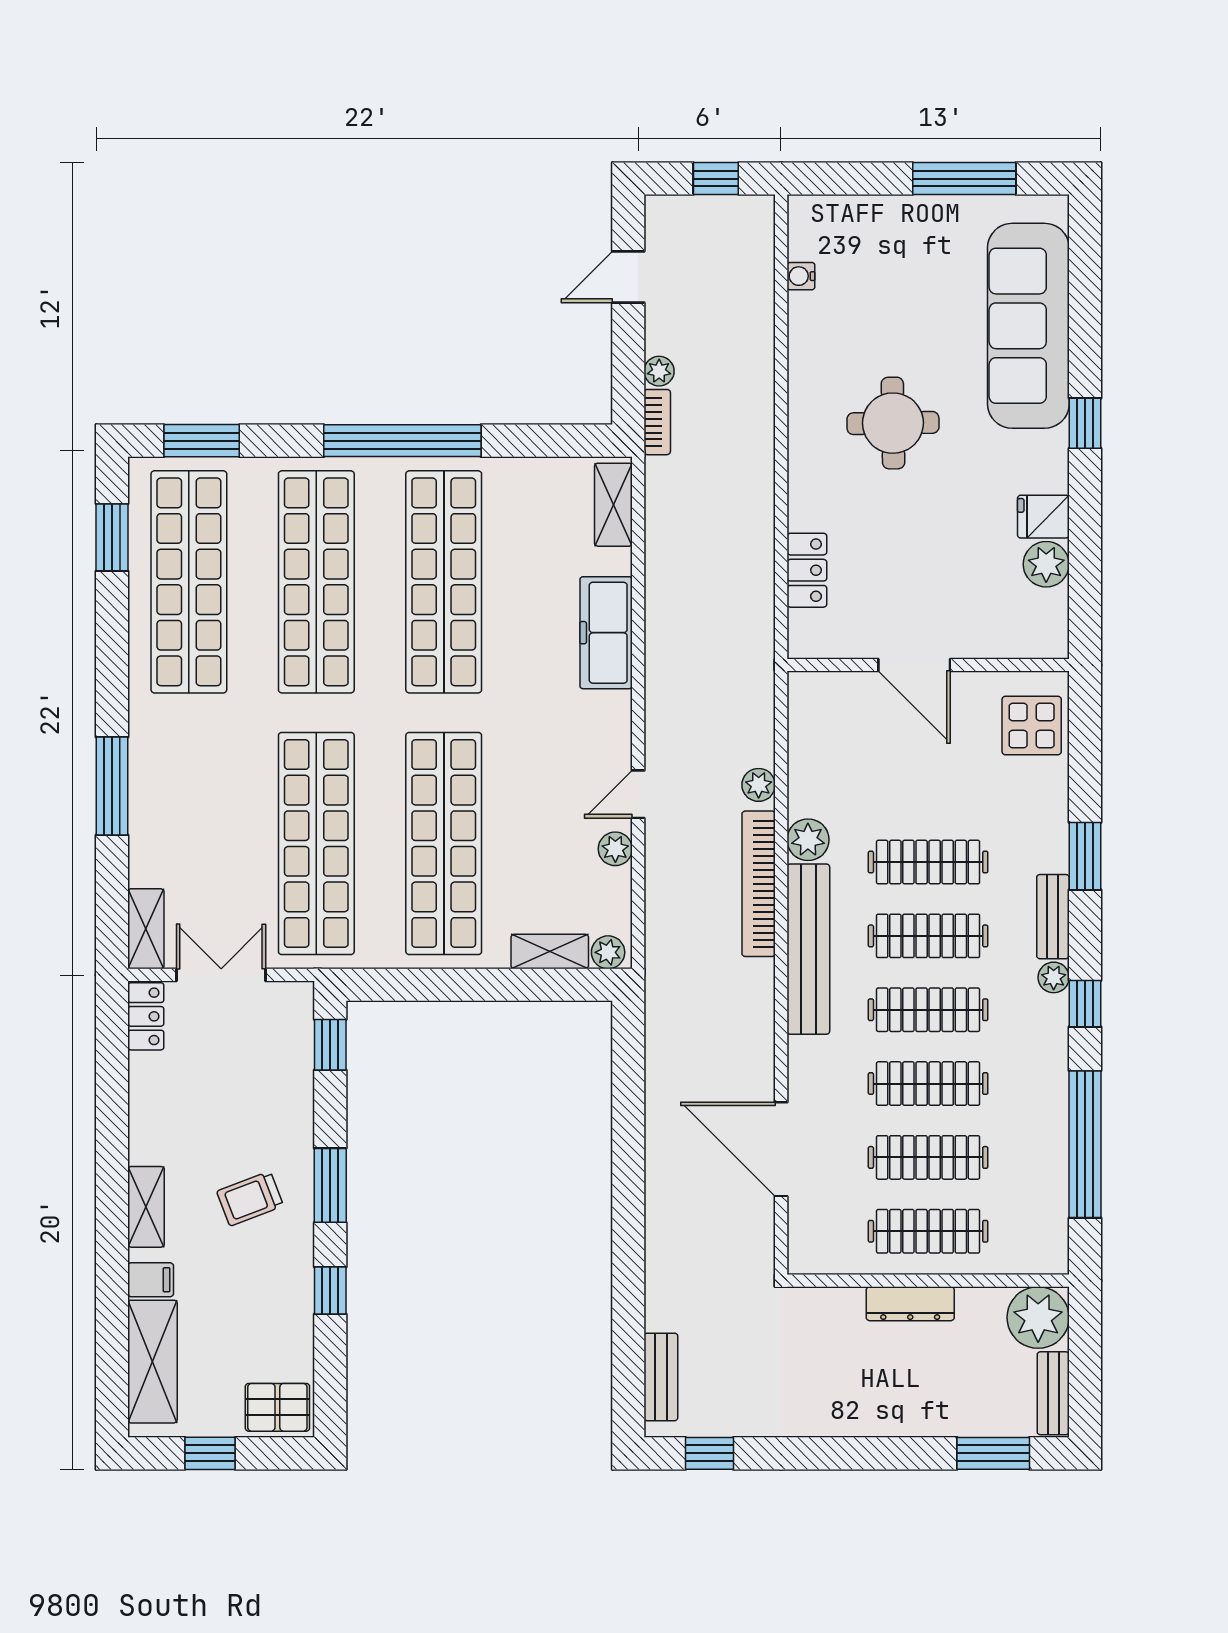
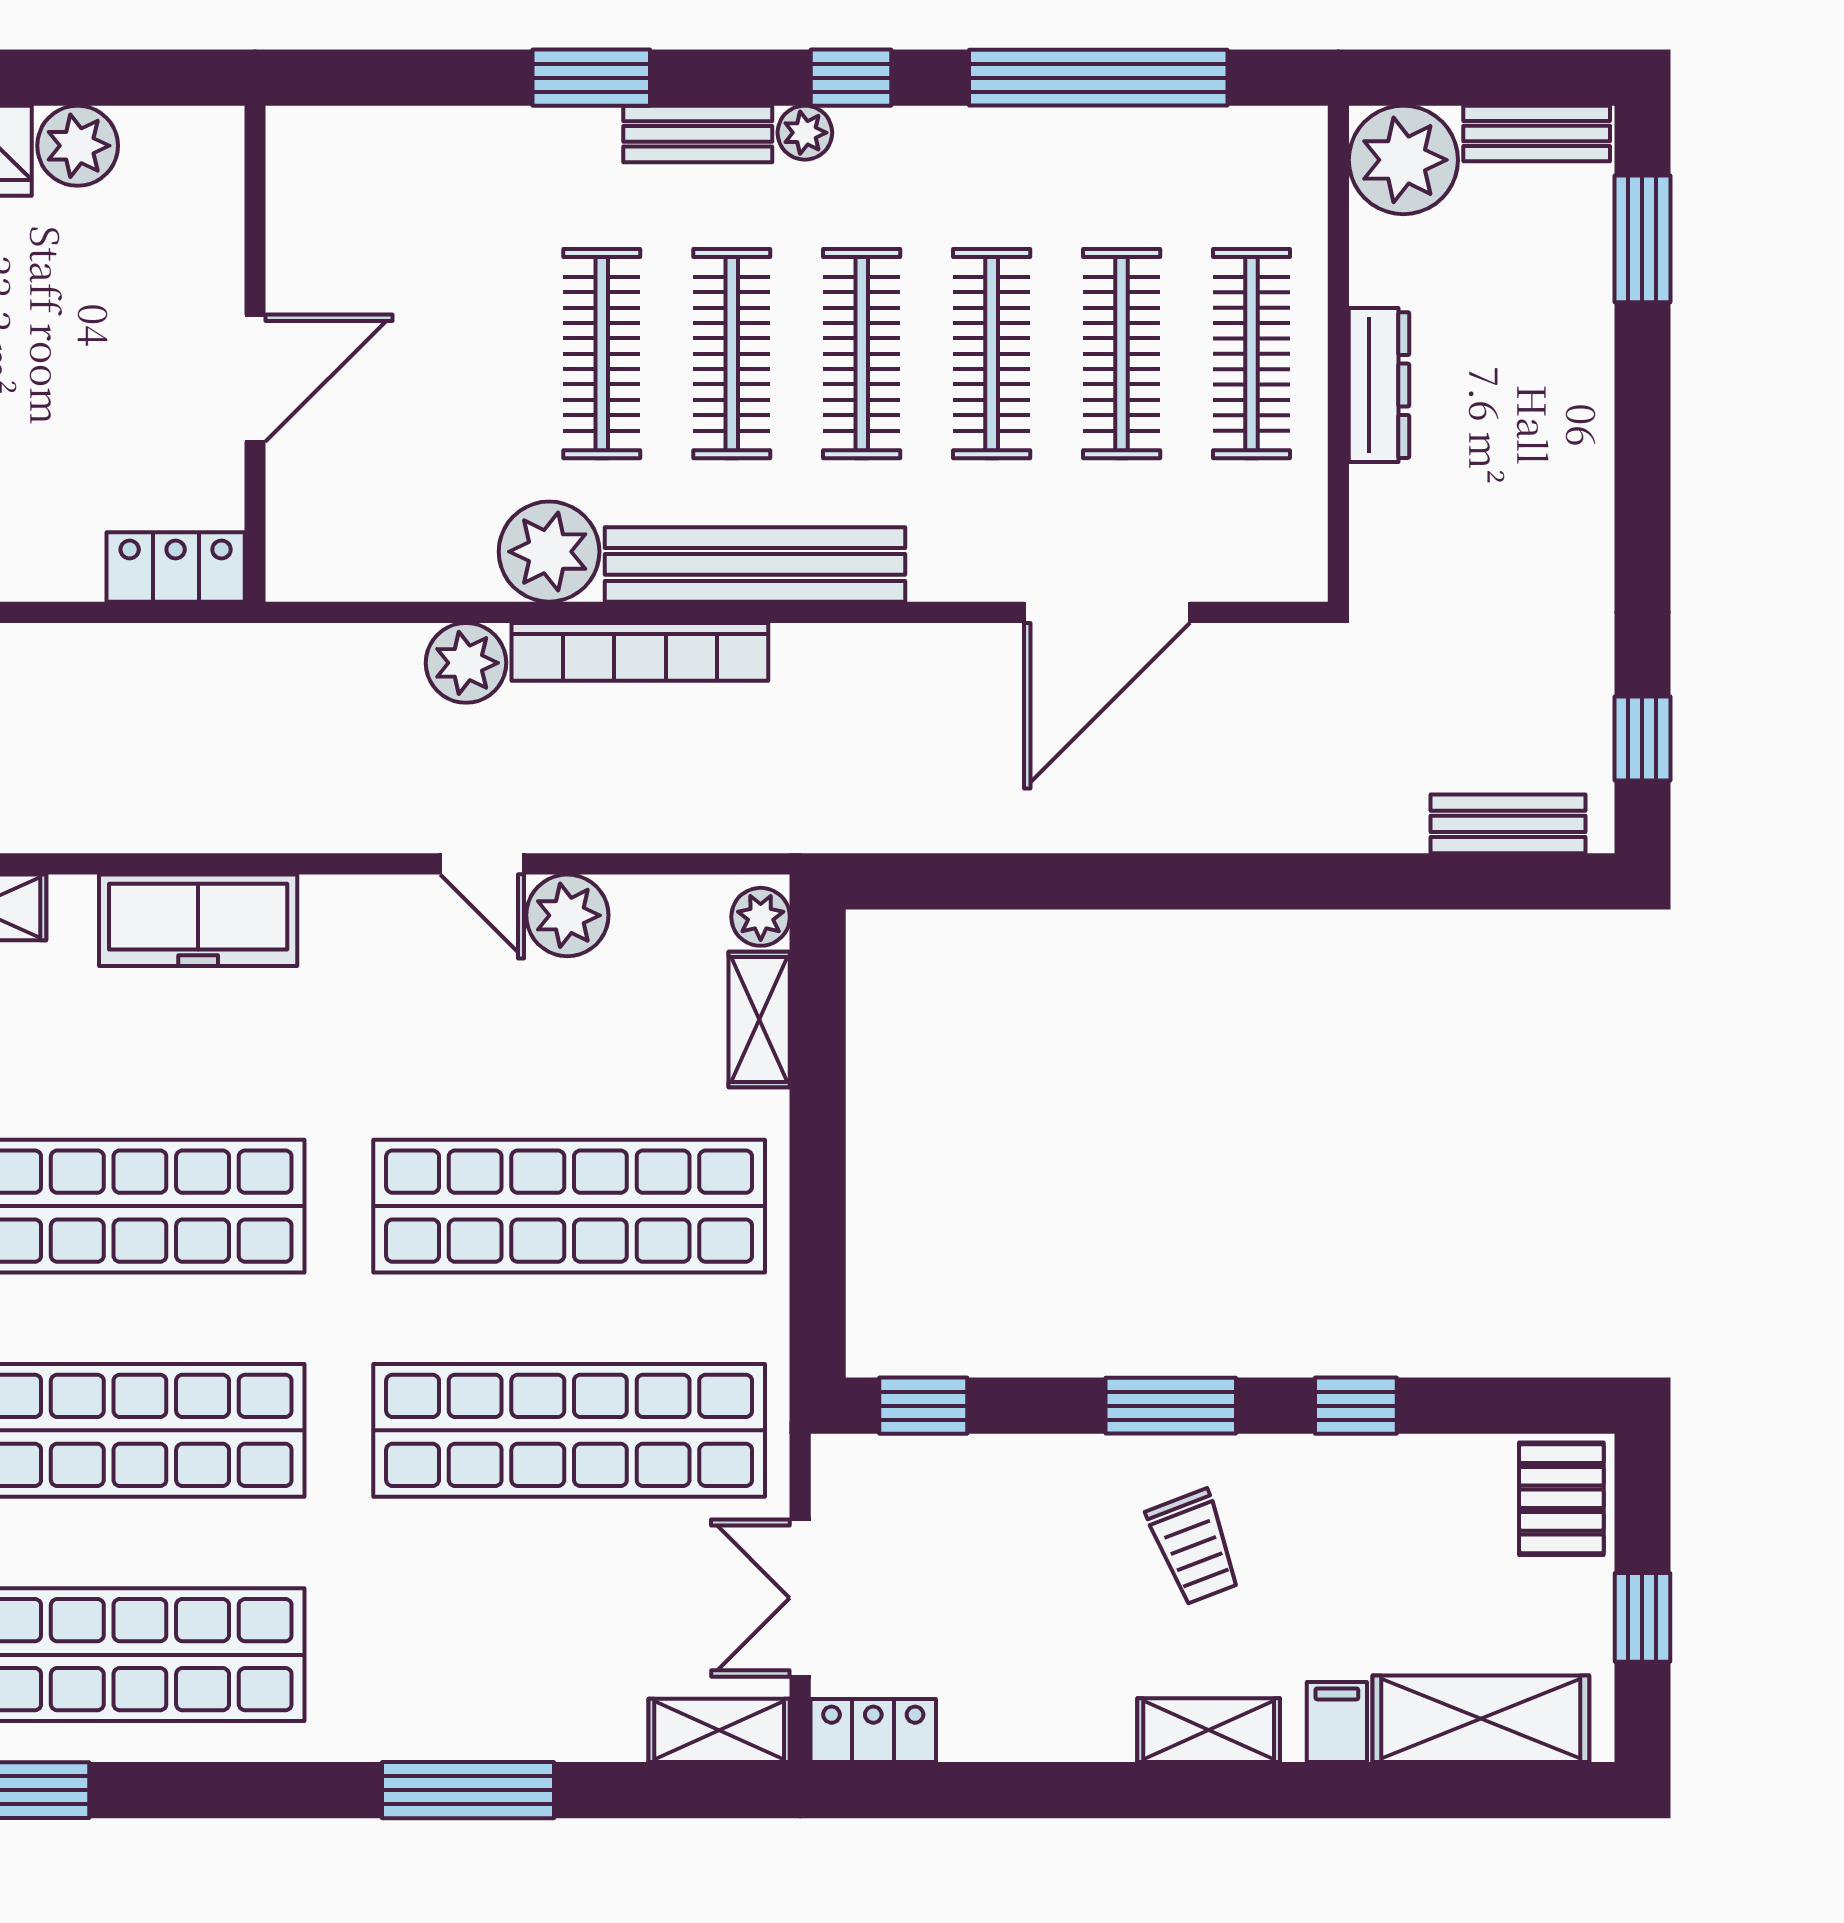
locker: (807, 570) -> (176, 567), moved
display table: (1032, 726) -> (361, 171), removed
plant: (759, 785) -> (466, 663), width x1.38, depth x1.38
plant: (808, 840) -> (549, 552), width x1.36, depth x1.36
plant: (615, 849) -> (567, 915), width x1.38, depth x1.38

